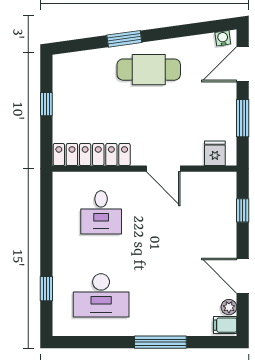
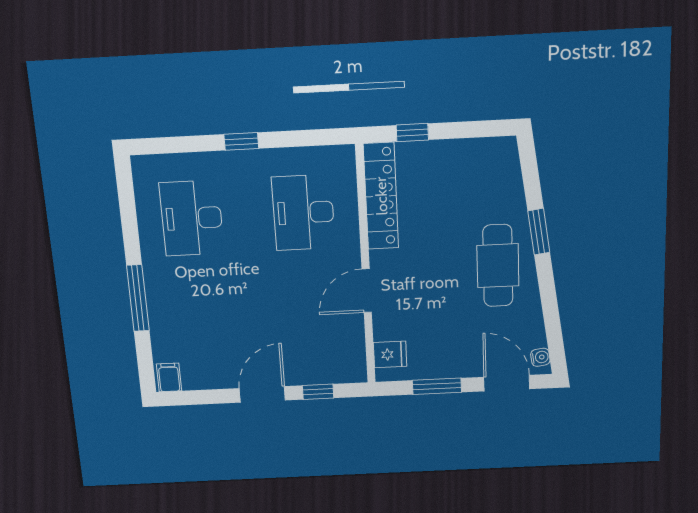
window: (46, 104) -> (412, 133), moved
desk: (101, 212) -> (303, 213), width x1.37
door: (243, 276) -> (262, 394), moved
window: (46, 289) -> (241, 141), moved
plant: (229, 307) -> (193, 381), removed

